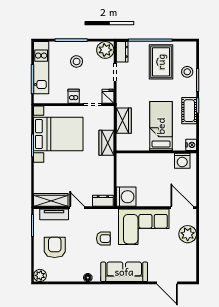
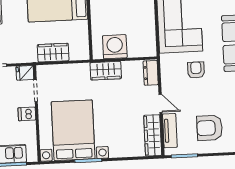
wardrobe: (106, 143) -> (106, 71), moved
washing machine: (126, 197) -> (115, 47), moved
door: (77, 208) -> (161, 103), swing flipped

